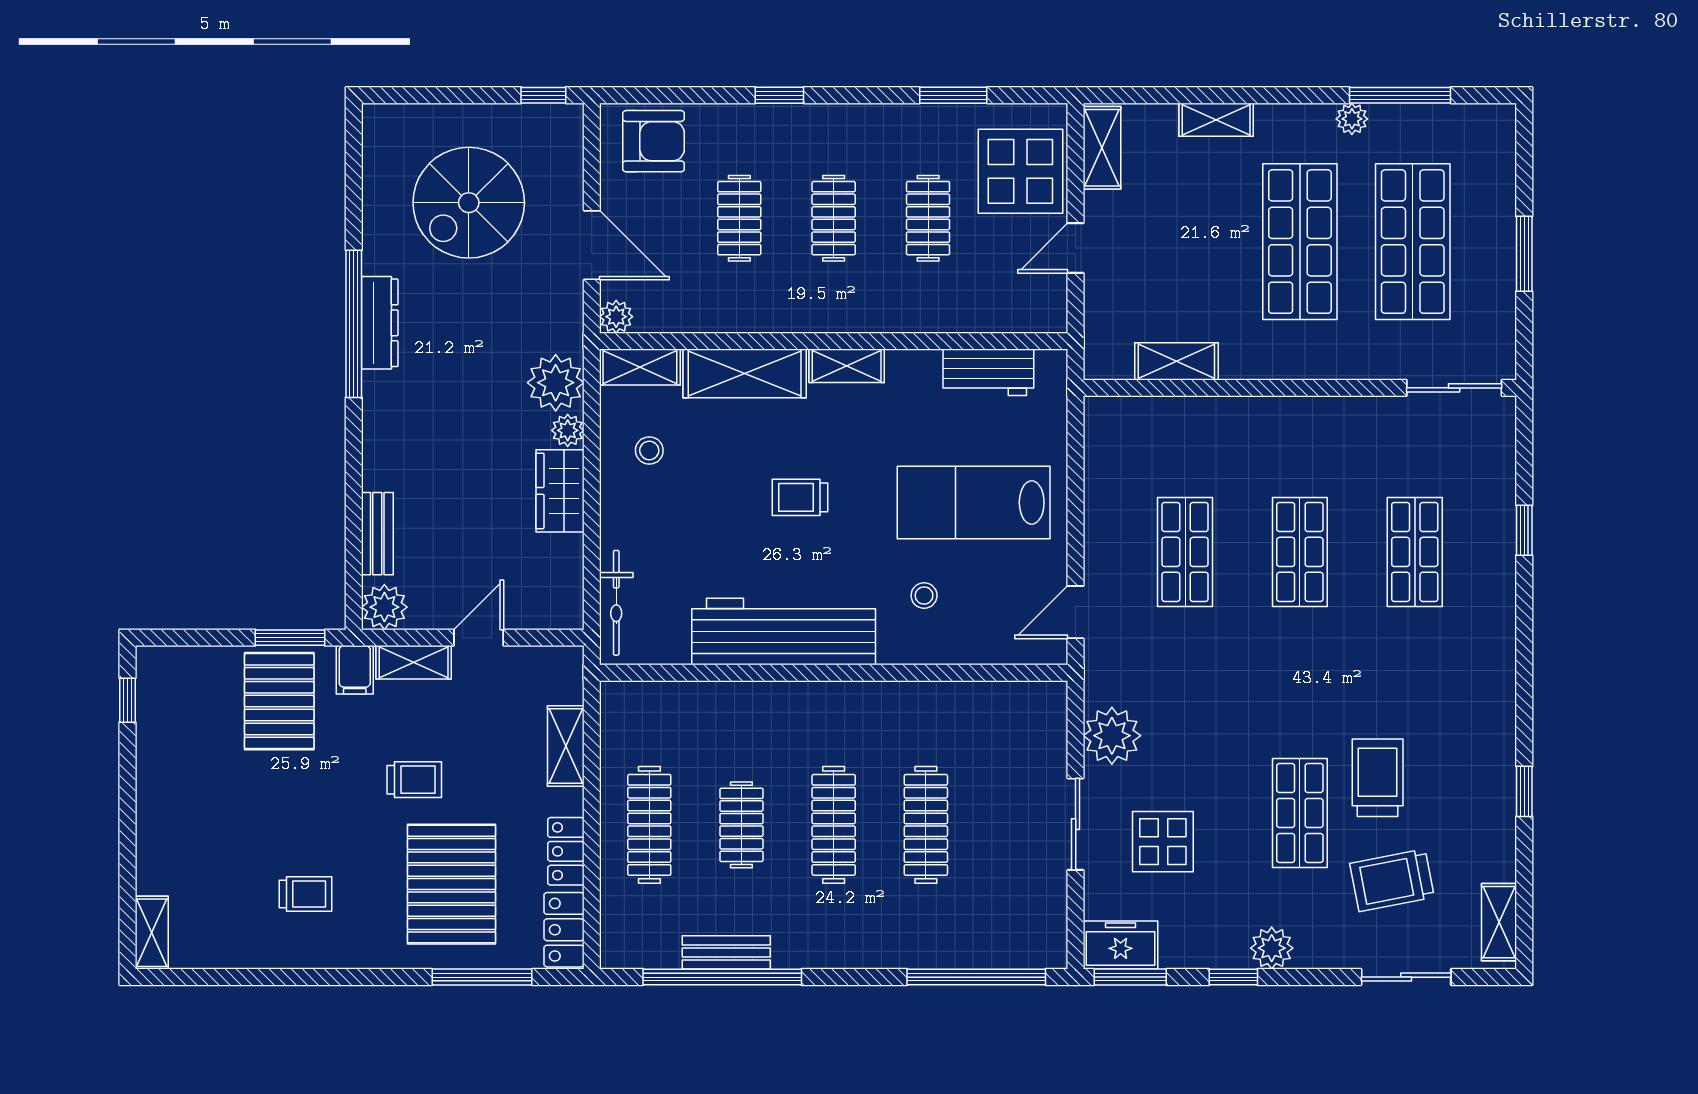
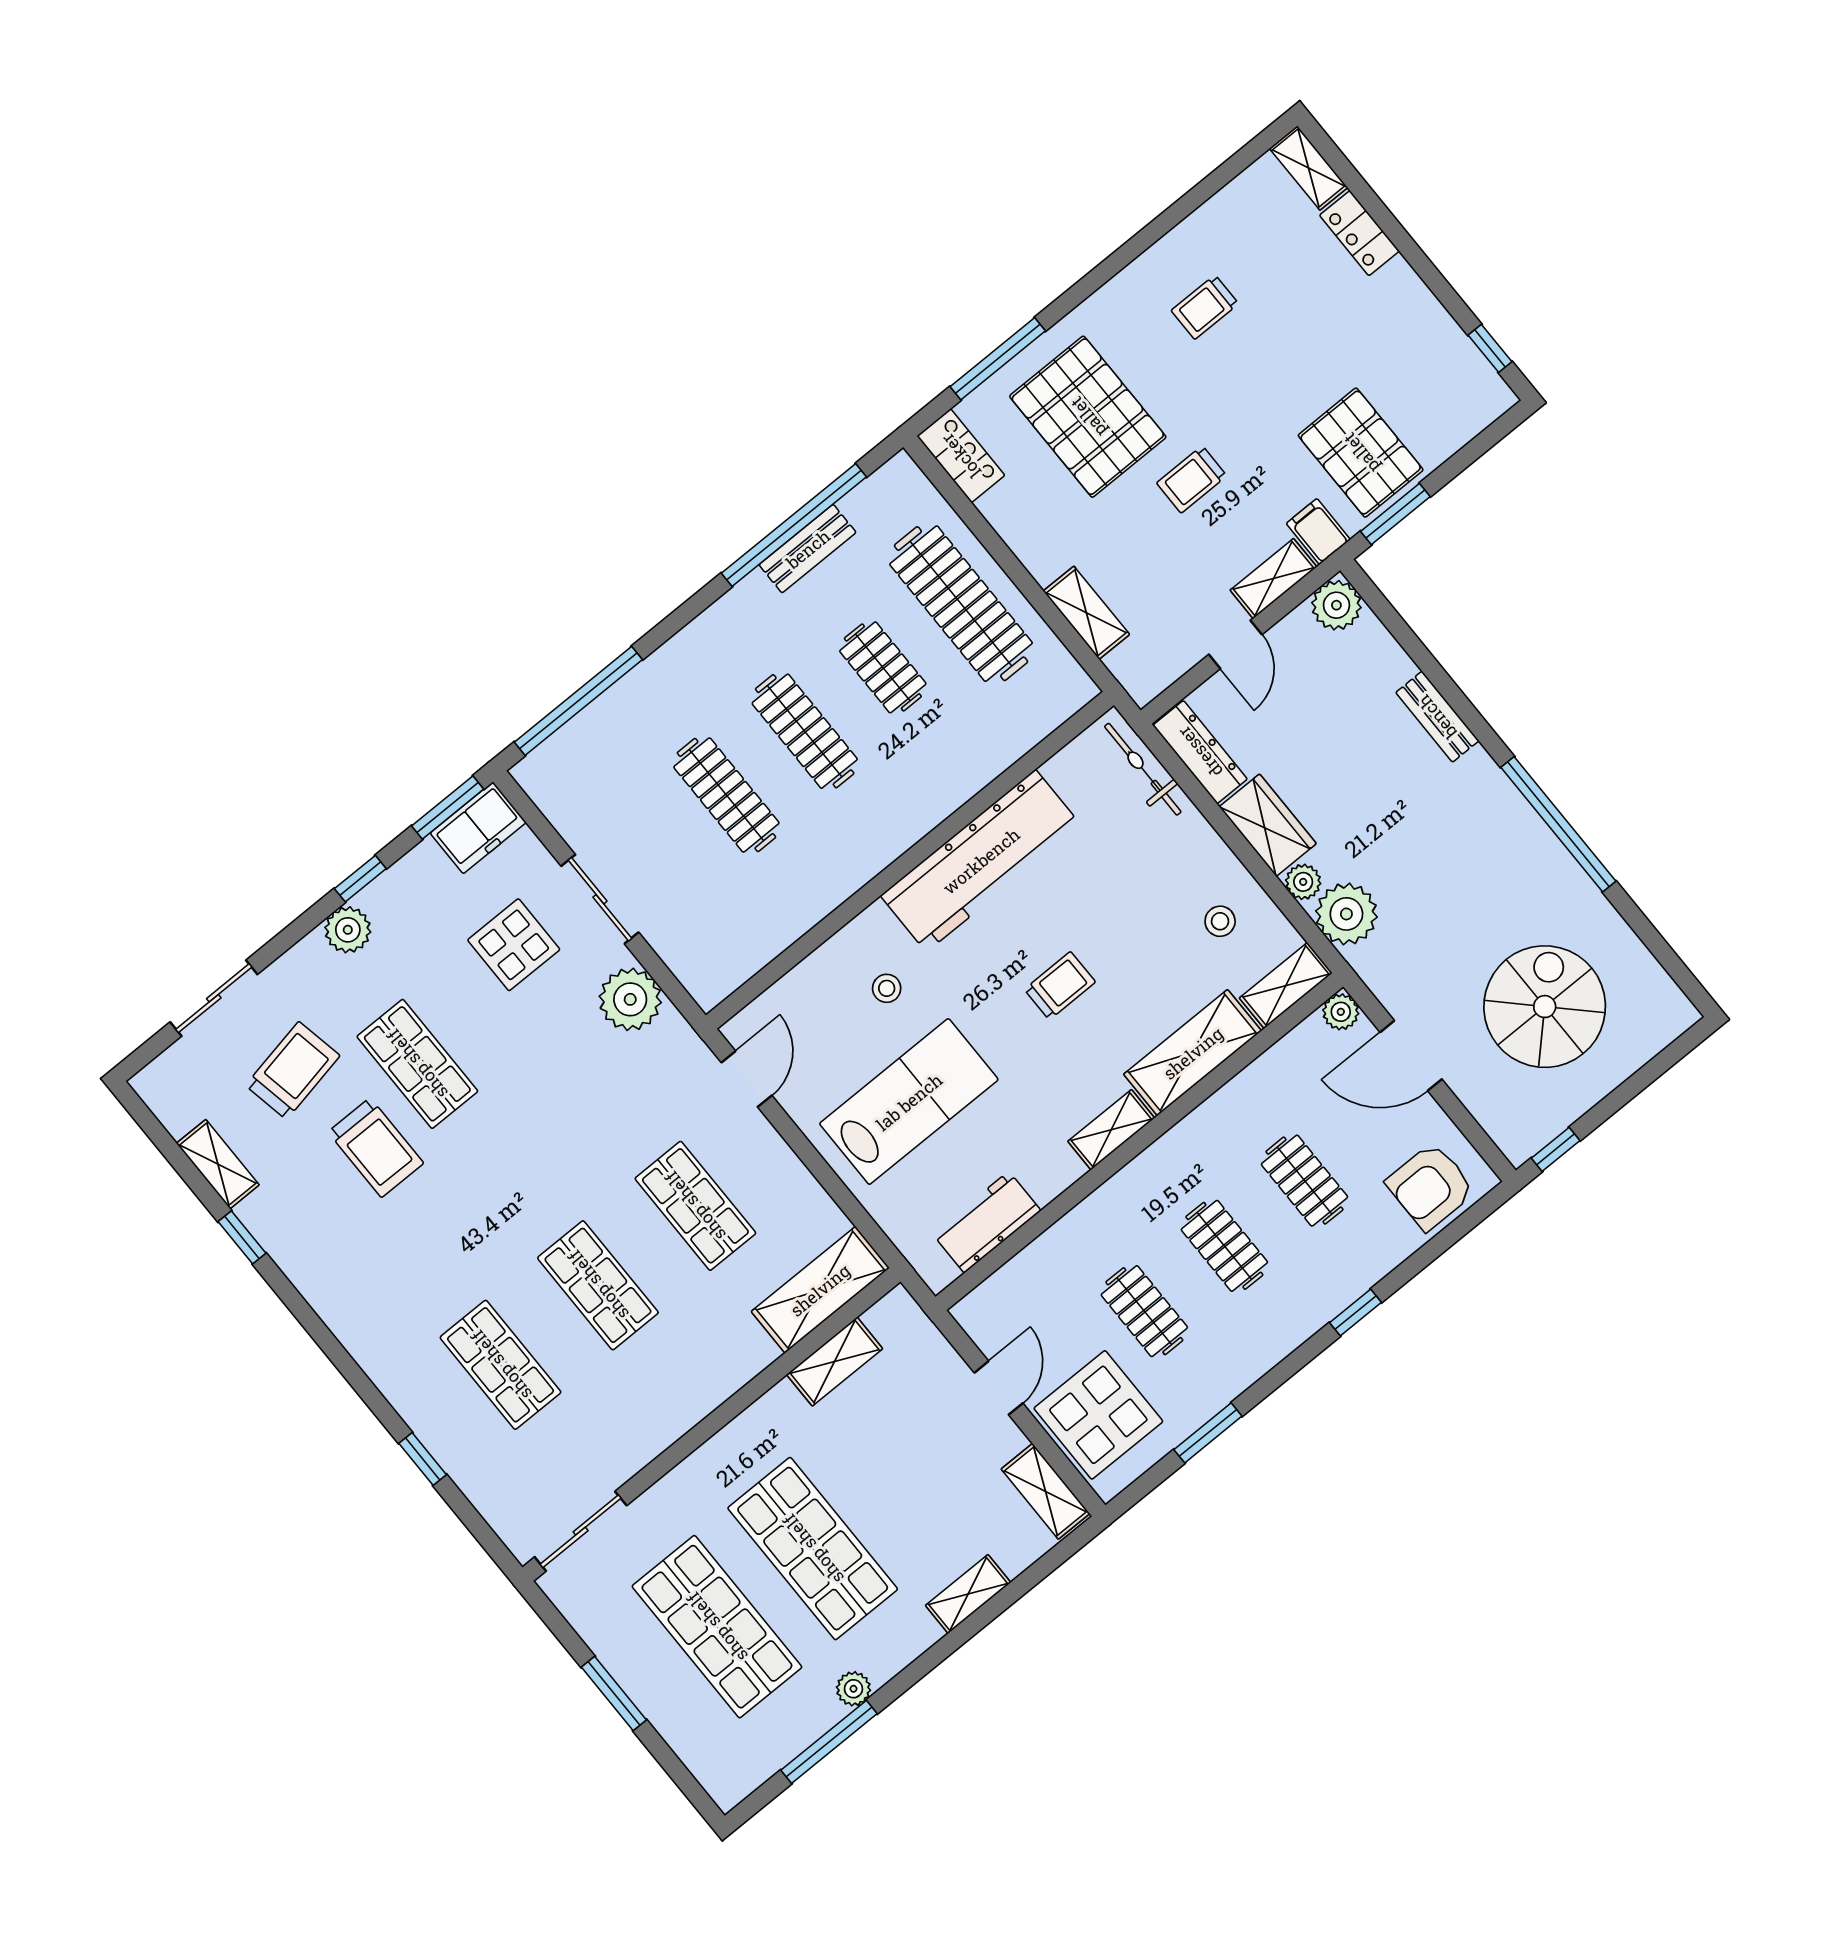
dresser: (380, 323) -> (1200, 752), moved, turned 180
shelving: (1145, 420) -> (820, 1290), added
bench: (377, 534) -> (1437, 717), moved
clothes rail: (649, 825) -> (961, 604), width x1.37, depth x1.31
locker: (566, 851) -> (1359, 233), moved, turned 180
shelving: (1499, 922) -> (218, 1164), moved

